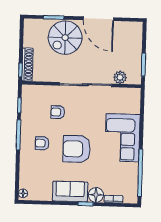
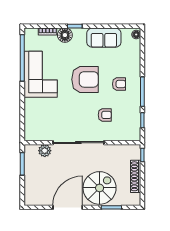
door: (98, 19) -> (68, 207), hinge flipped
shoe rack: (27, 64) -> (136, 176), moved
corner sofa: (122, 138) -> (41, 74), moved
sofa: (70, 192) -> (104, 38), moved

